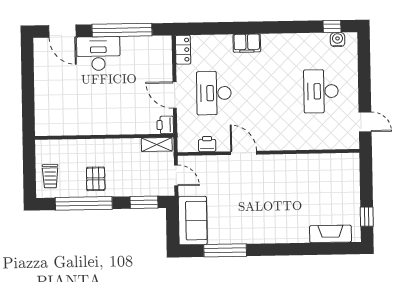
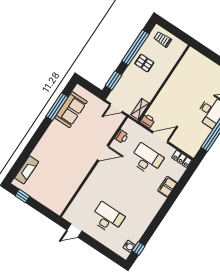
filing cabinet: (247, 43) -> (167, 187), moved
sofa: (193, 221) -> (71, 110), moved, turned -90

